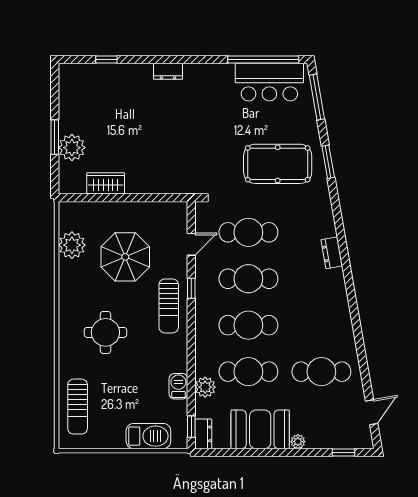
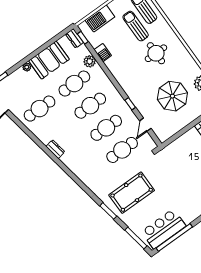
dresser: (332, 253) -> (55, 149), moved
sun lounger: (169, 306) -> (136, 26), moved

